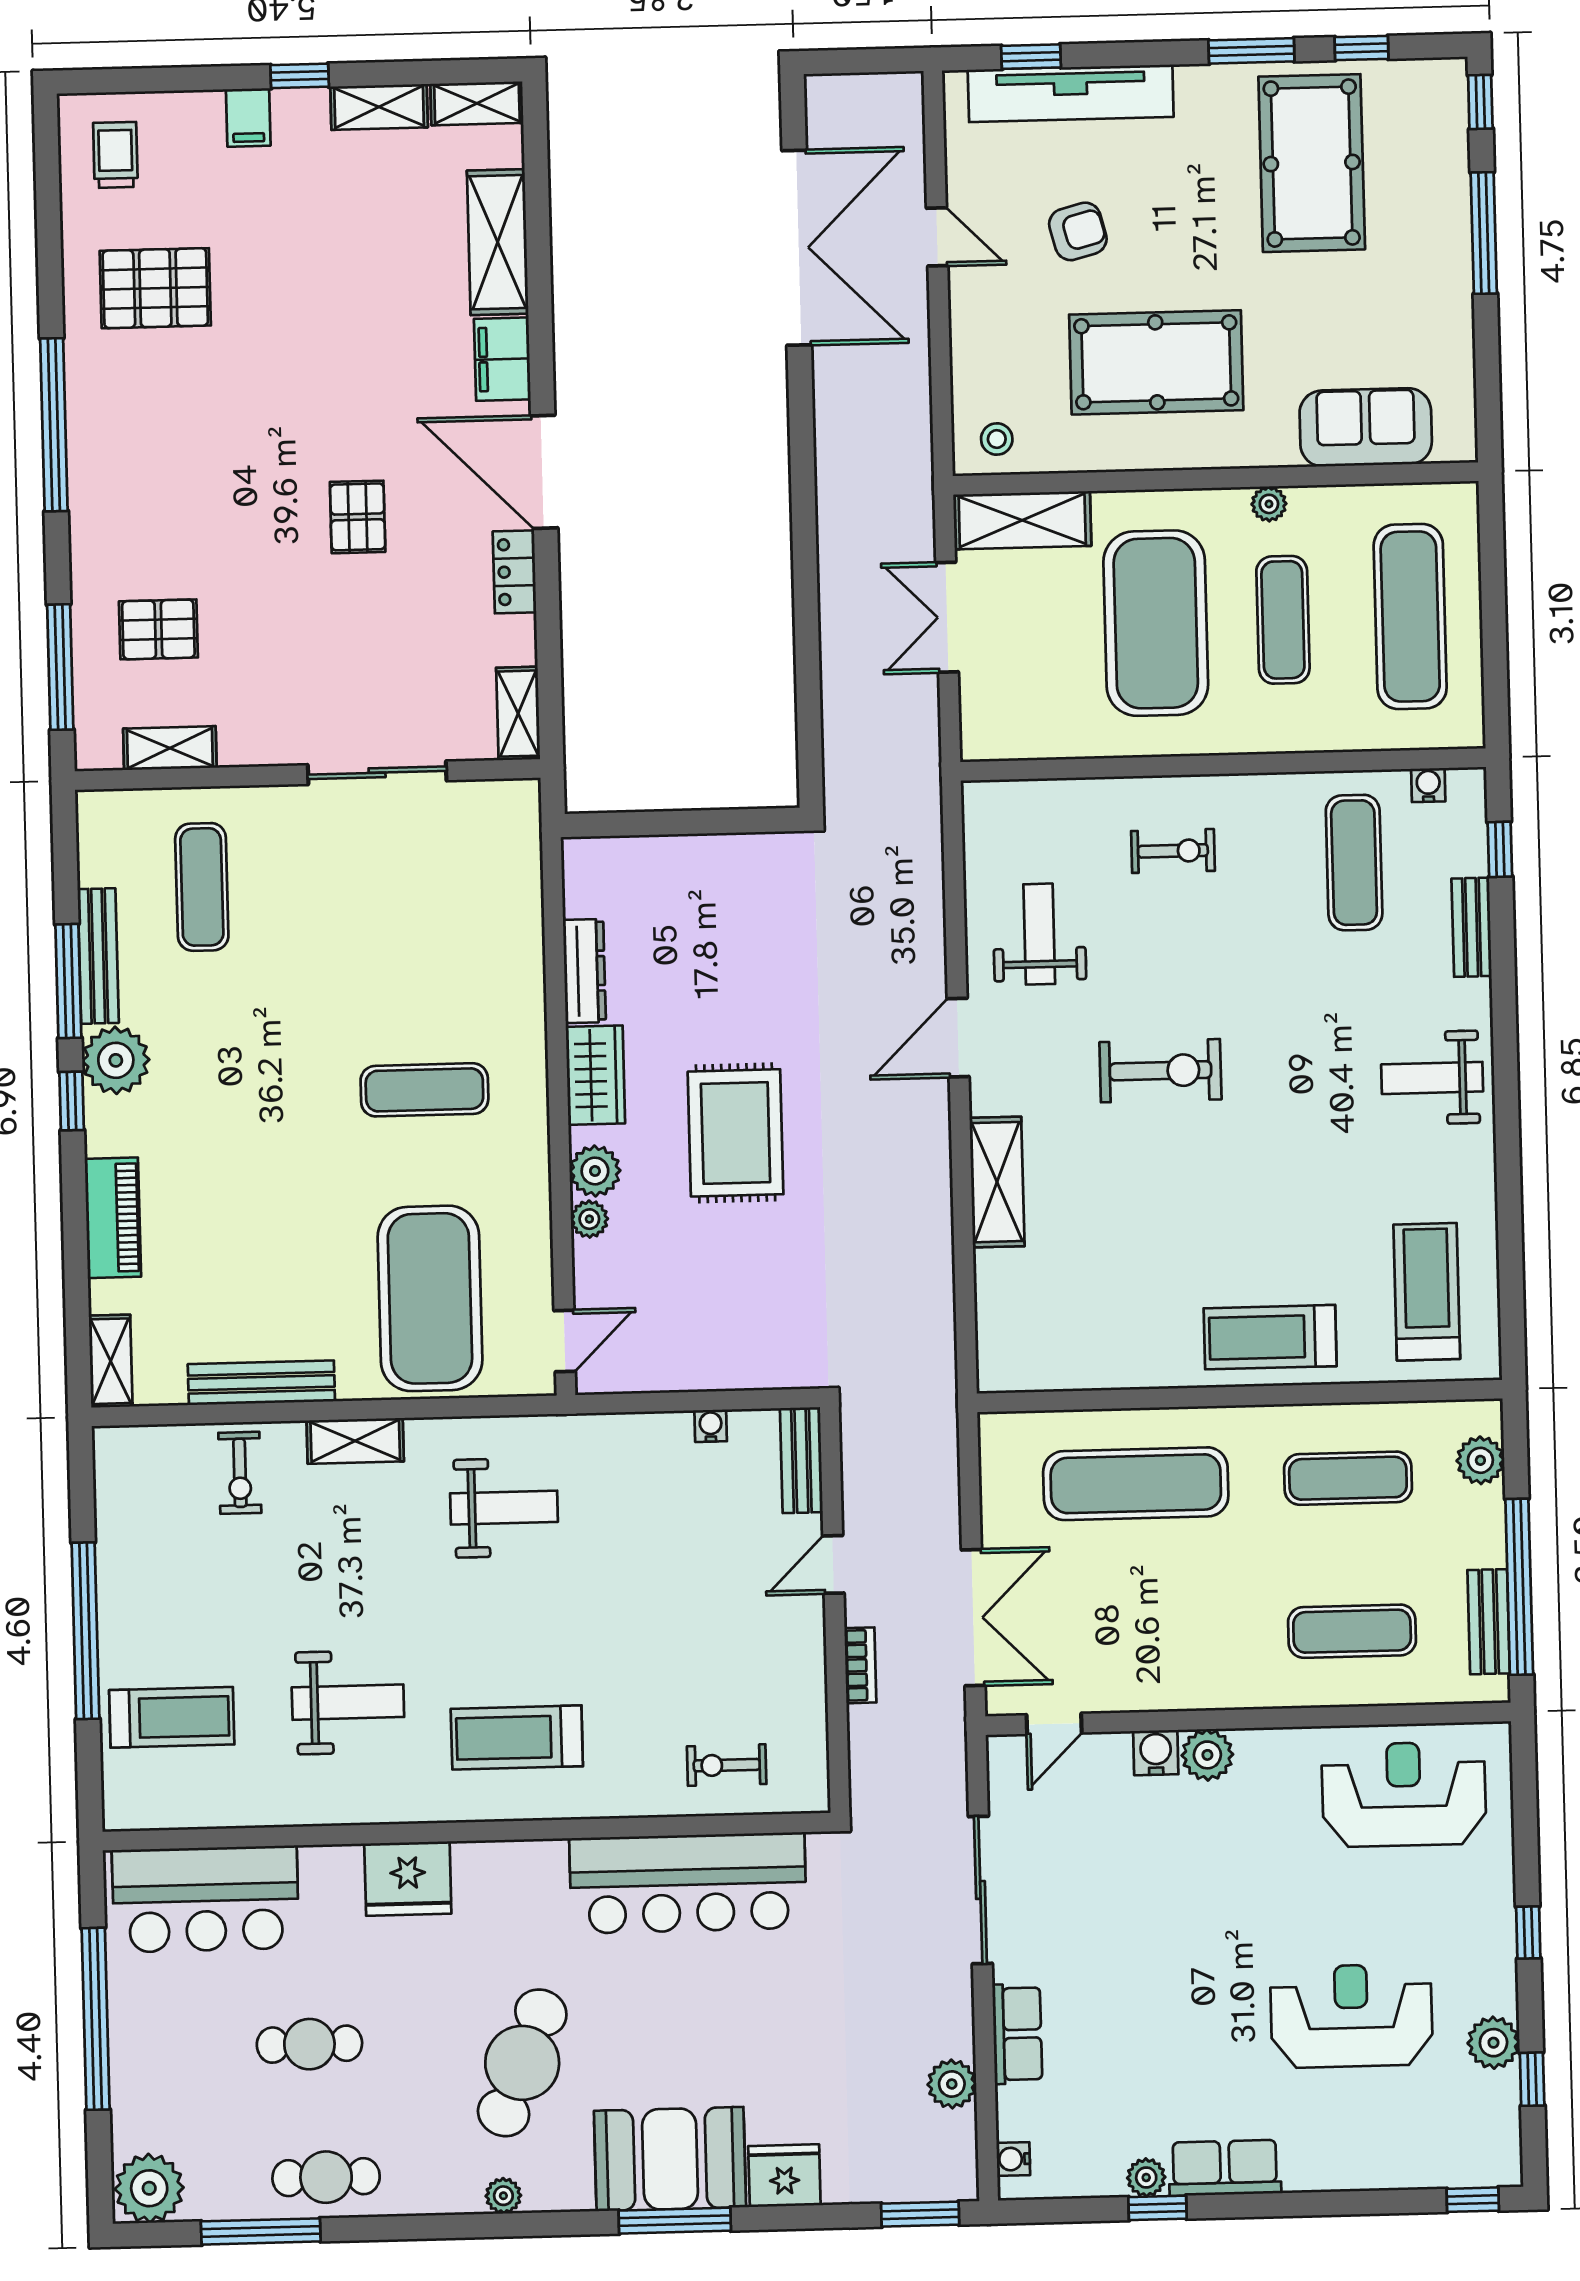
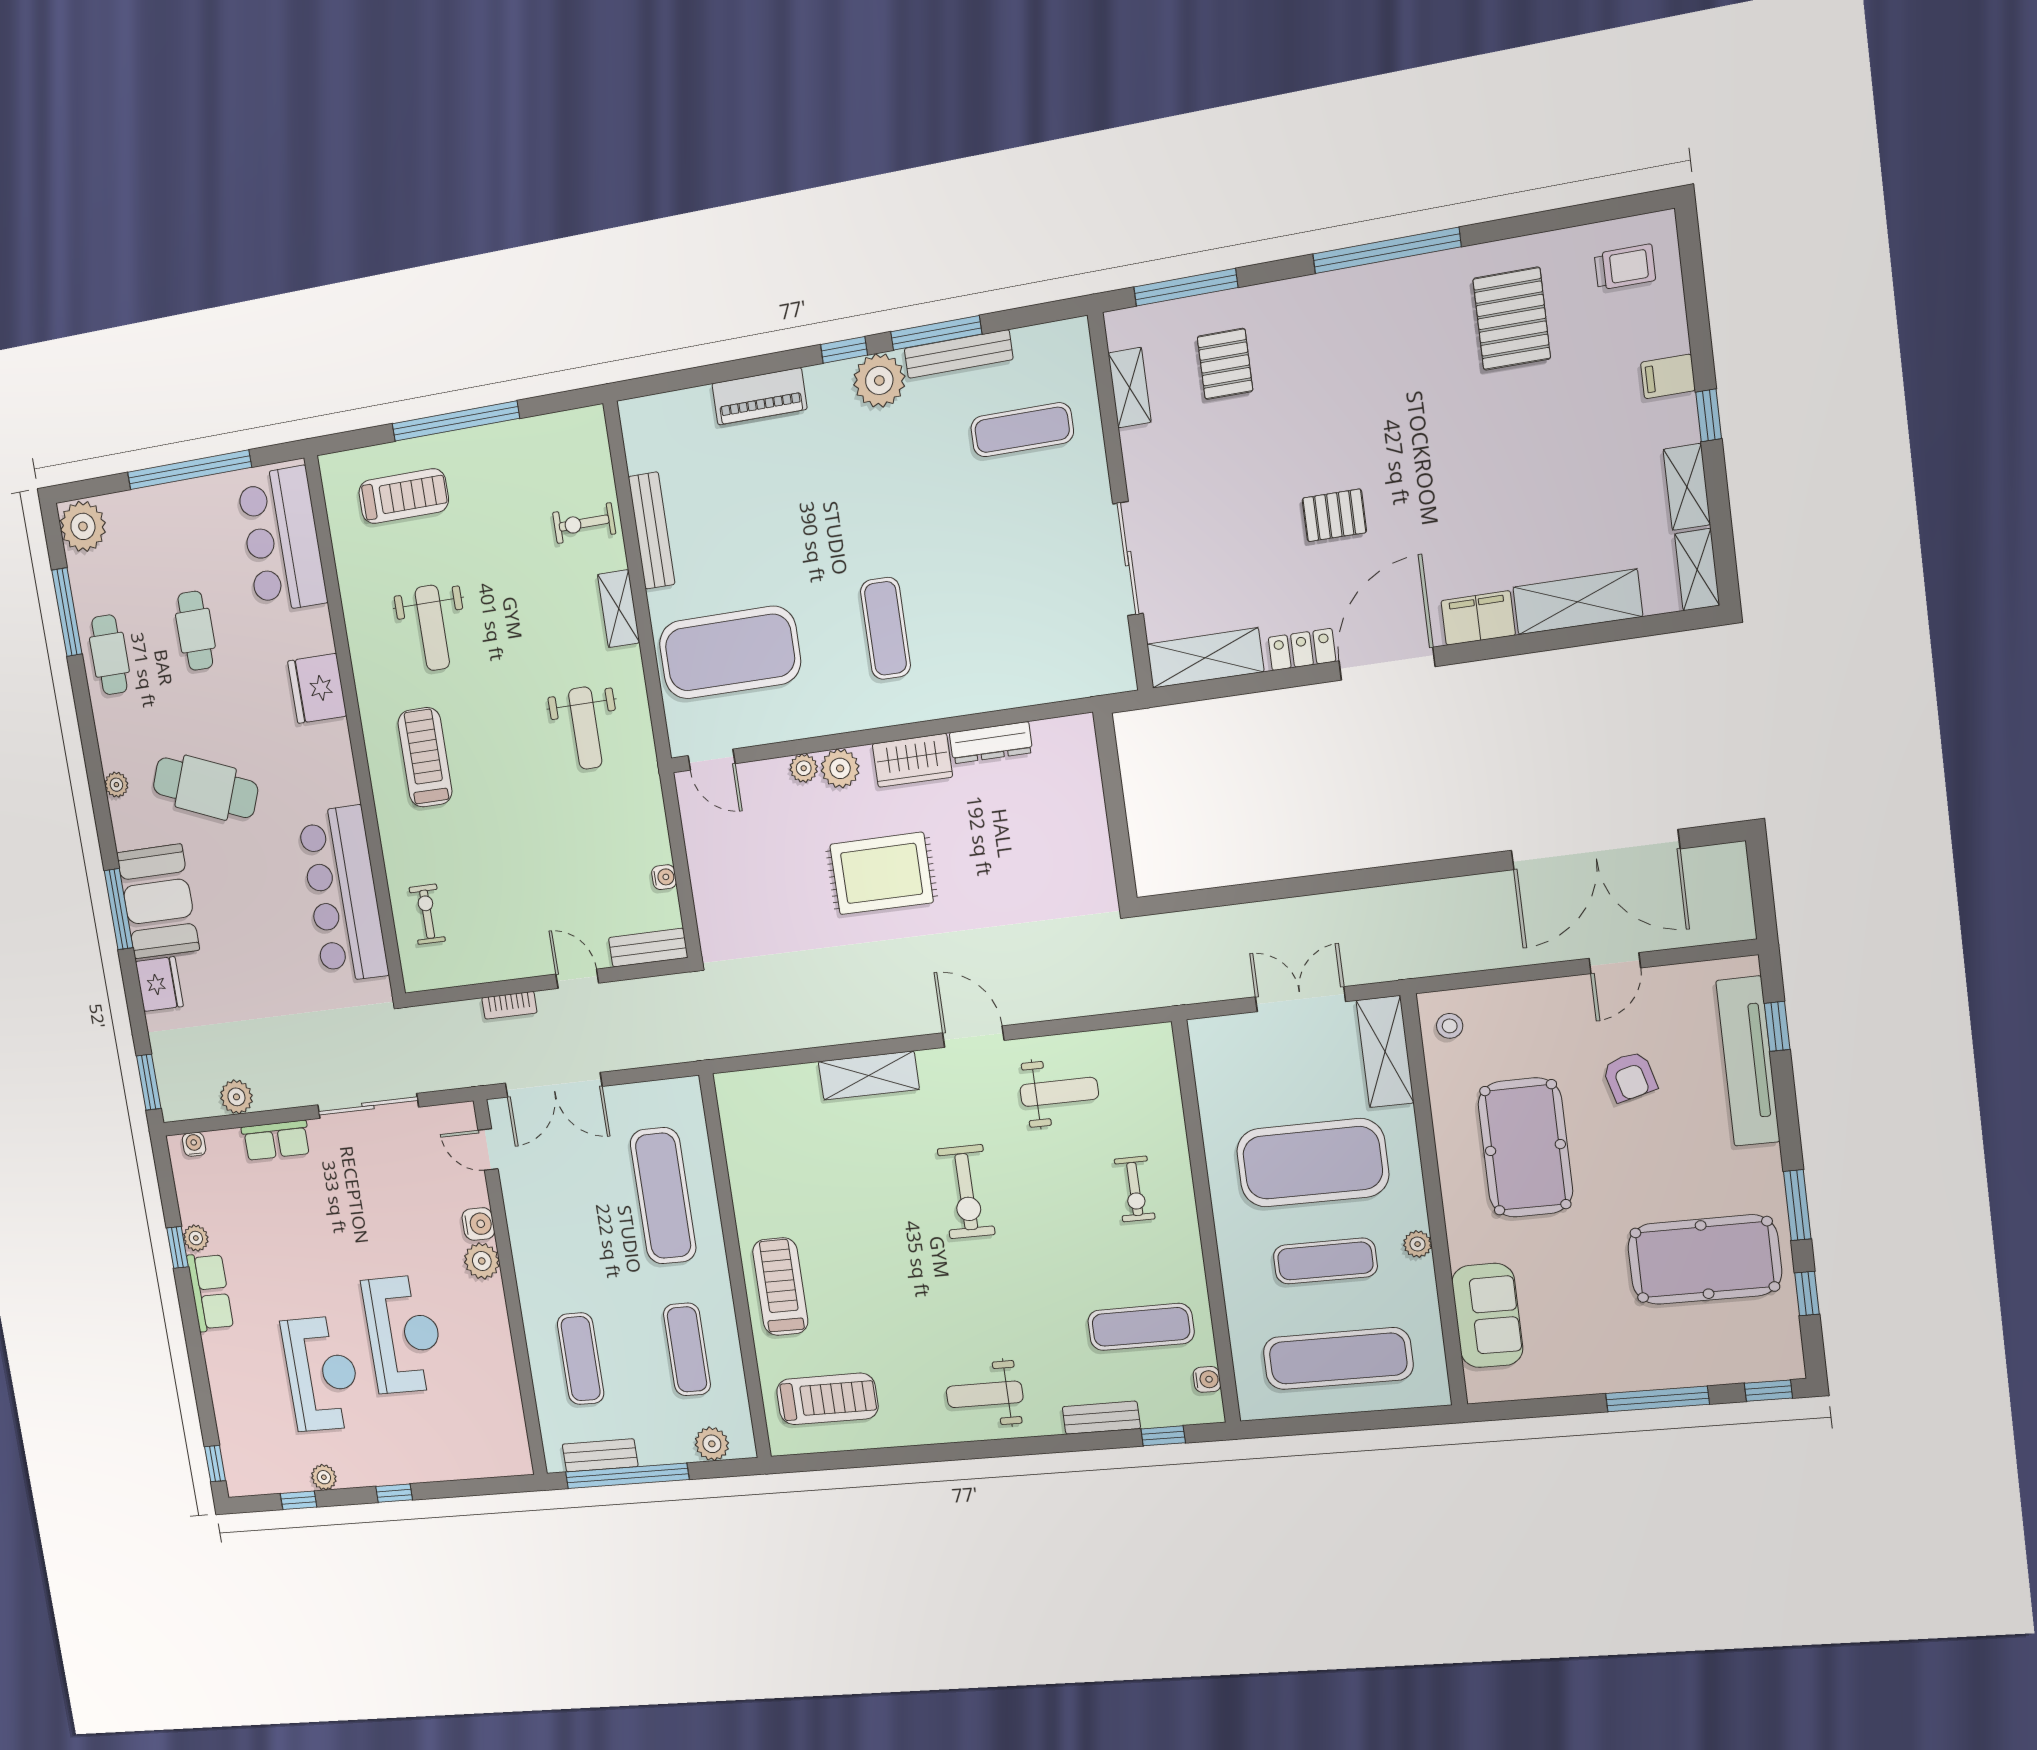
shelving: (518, 714) -> (1205, 658), width x1.50, depth x1.33
weight bench: (1432, 1078) -> (985, 1394), turned -90
shelving: (111, 1361) -> (653, 411), removed
treadmill: (172, 1717) -> (404, 496), turned -90
reception desk: (1404, 1794) -> (404, 1334), moved
plant: (1493, 2043) -> (324, 1477), width x0.73, depth x0.73

